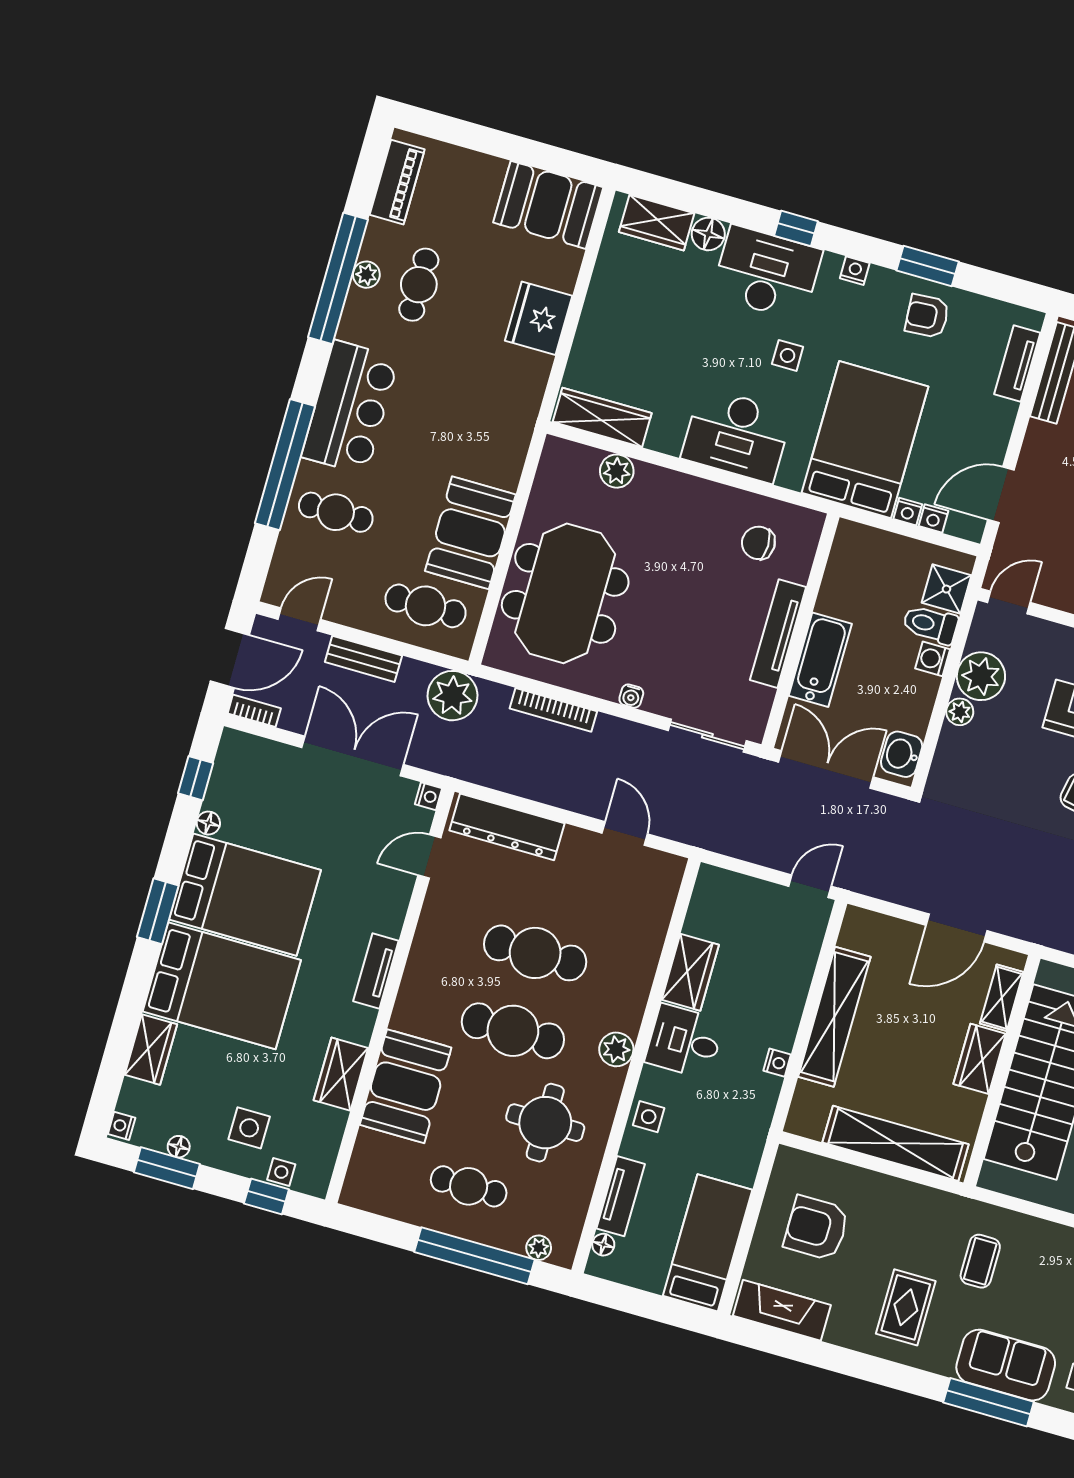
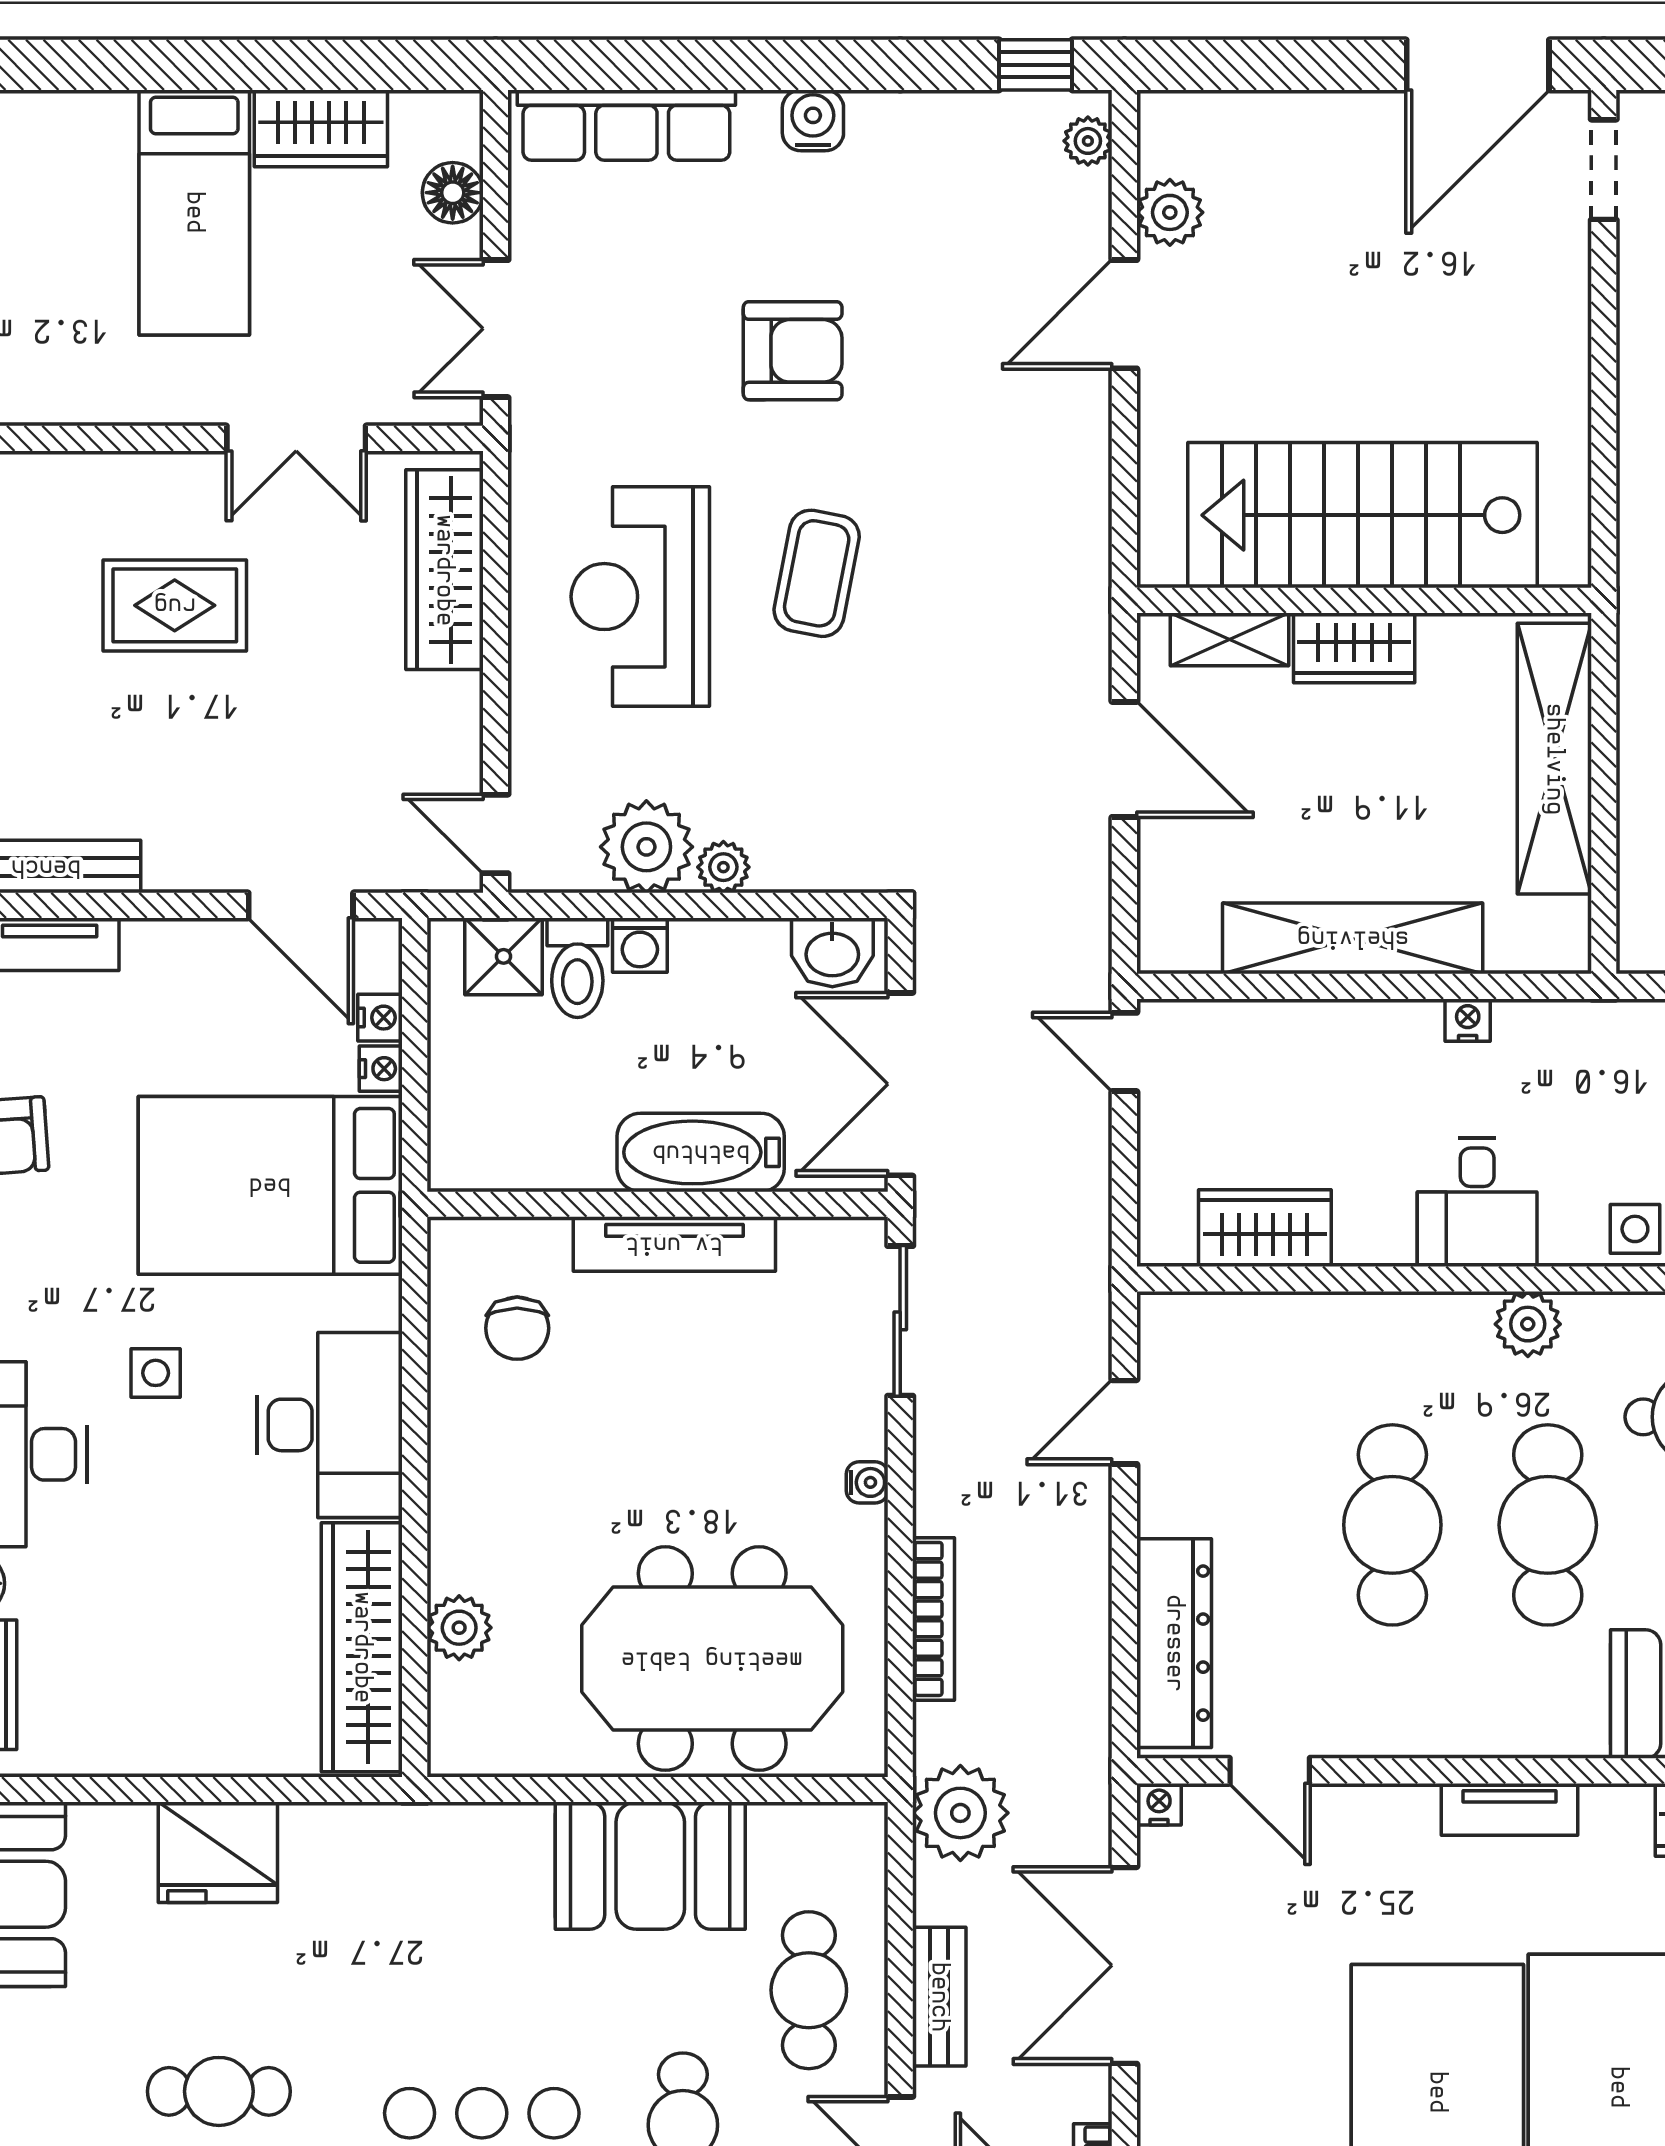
wardrobe: (602, 417) -> (362, 1647), width x1.40, depth x1.17
cafe table: (426, 606) -> (809, 1990), moved
wardrobe: (690, 972) -> (1265, 1228), moved

